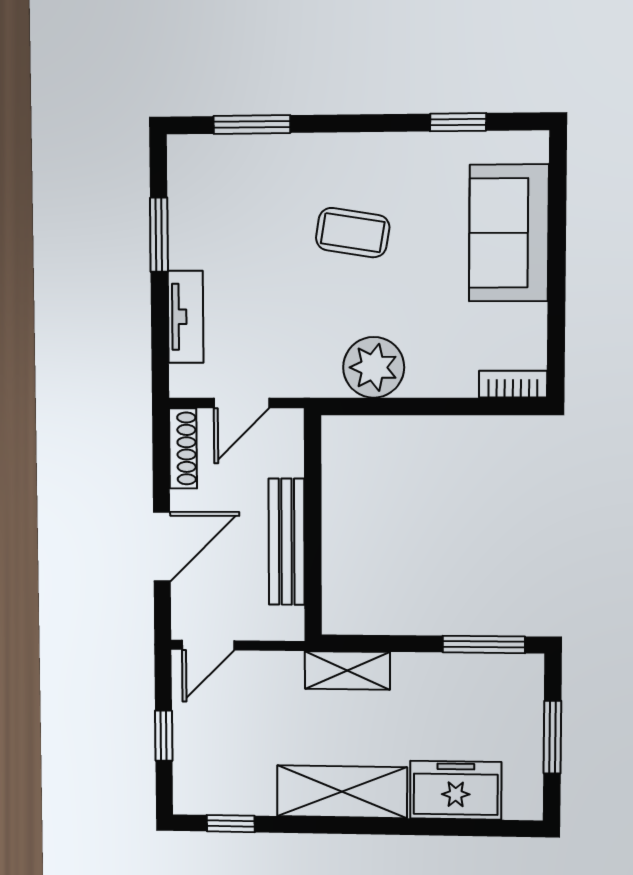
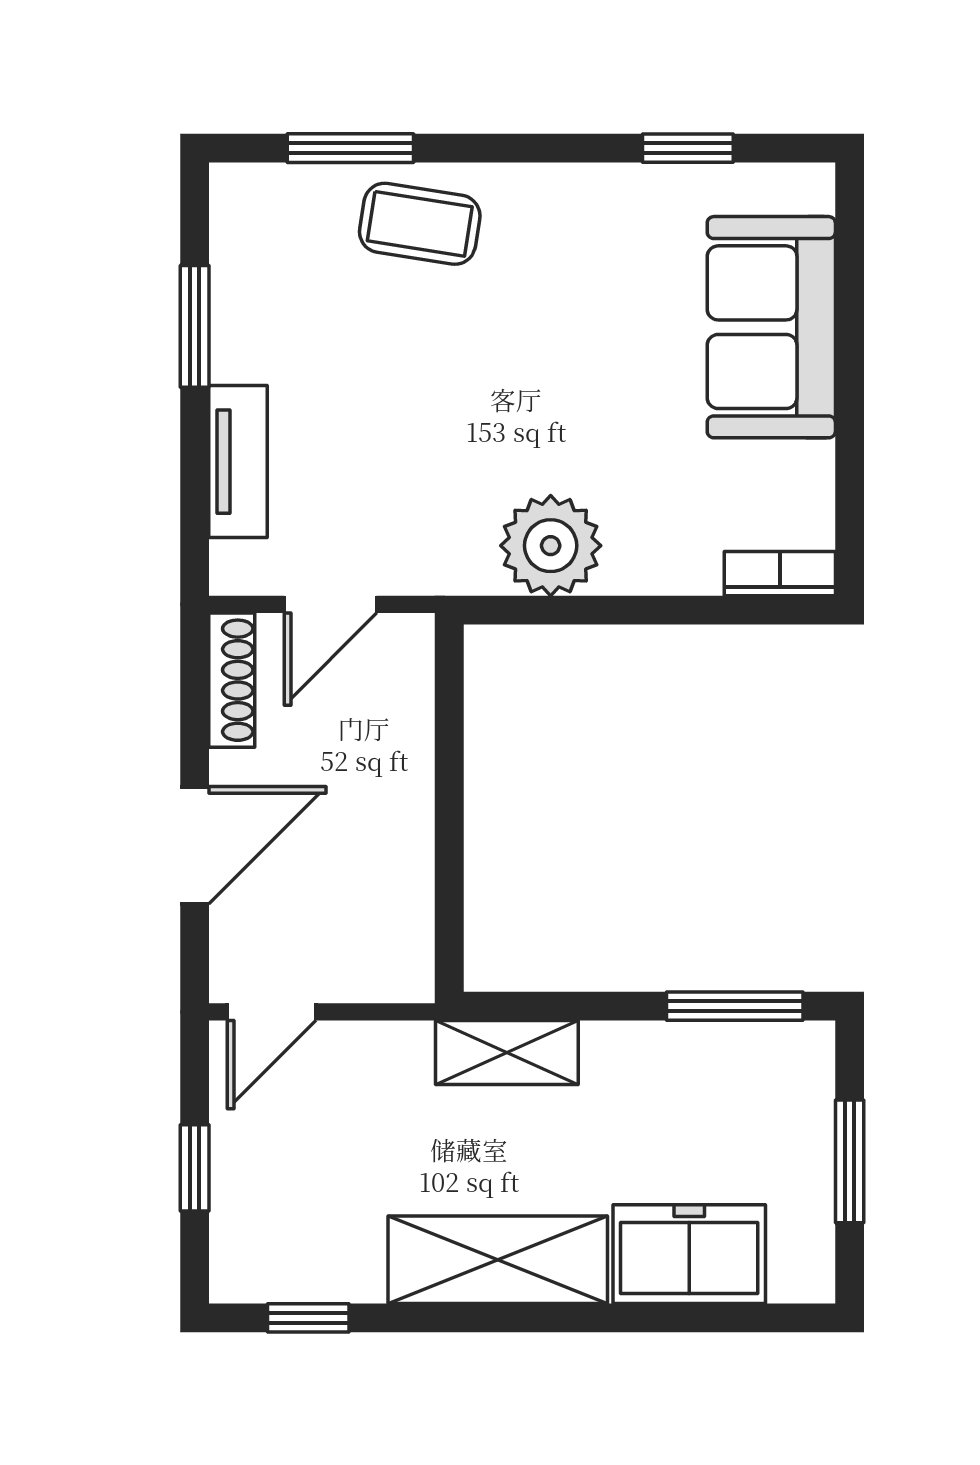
coffee table: (353, 233) -> (420, 224), moved
bench: (287, 542) -> (405, 836), removed

